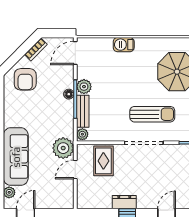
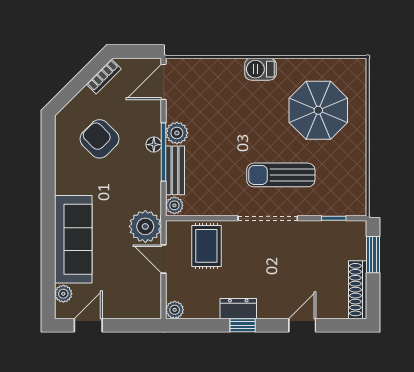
barbecue: (124, 45) -> (260, 69), moved
armchair: (25, 79) -> (100, 139), moved, turned 135
sun lounger: (152, 114) -> (281, 175), turned 180
door: (75, 169) -> (164, 259), hinge flipped
plant: (82, 203) -> (175, 310), added

